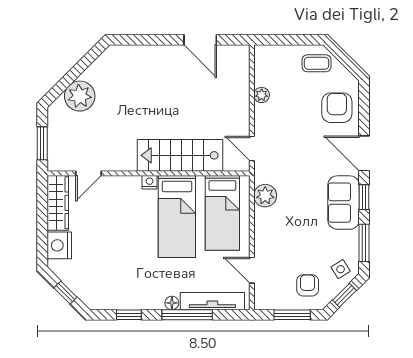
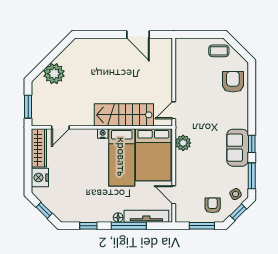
plant: (262, 95) -> (181, 73), removed
door: (252, 149) -> (174, 110), hinge flipped
door: (364, 153) -> (252, 113), removed
bed: (222, 213) -> (153, 155), width x1.50

